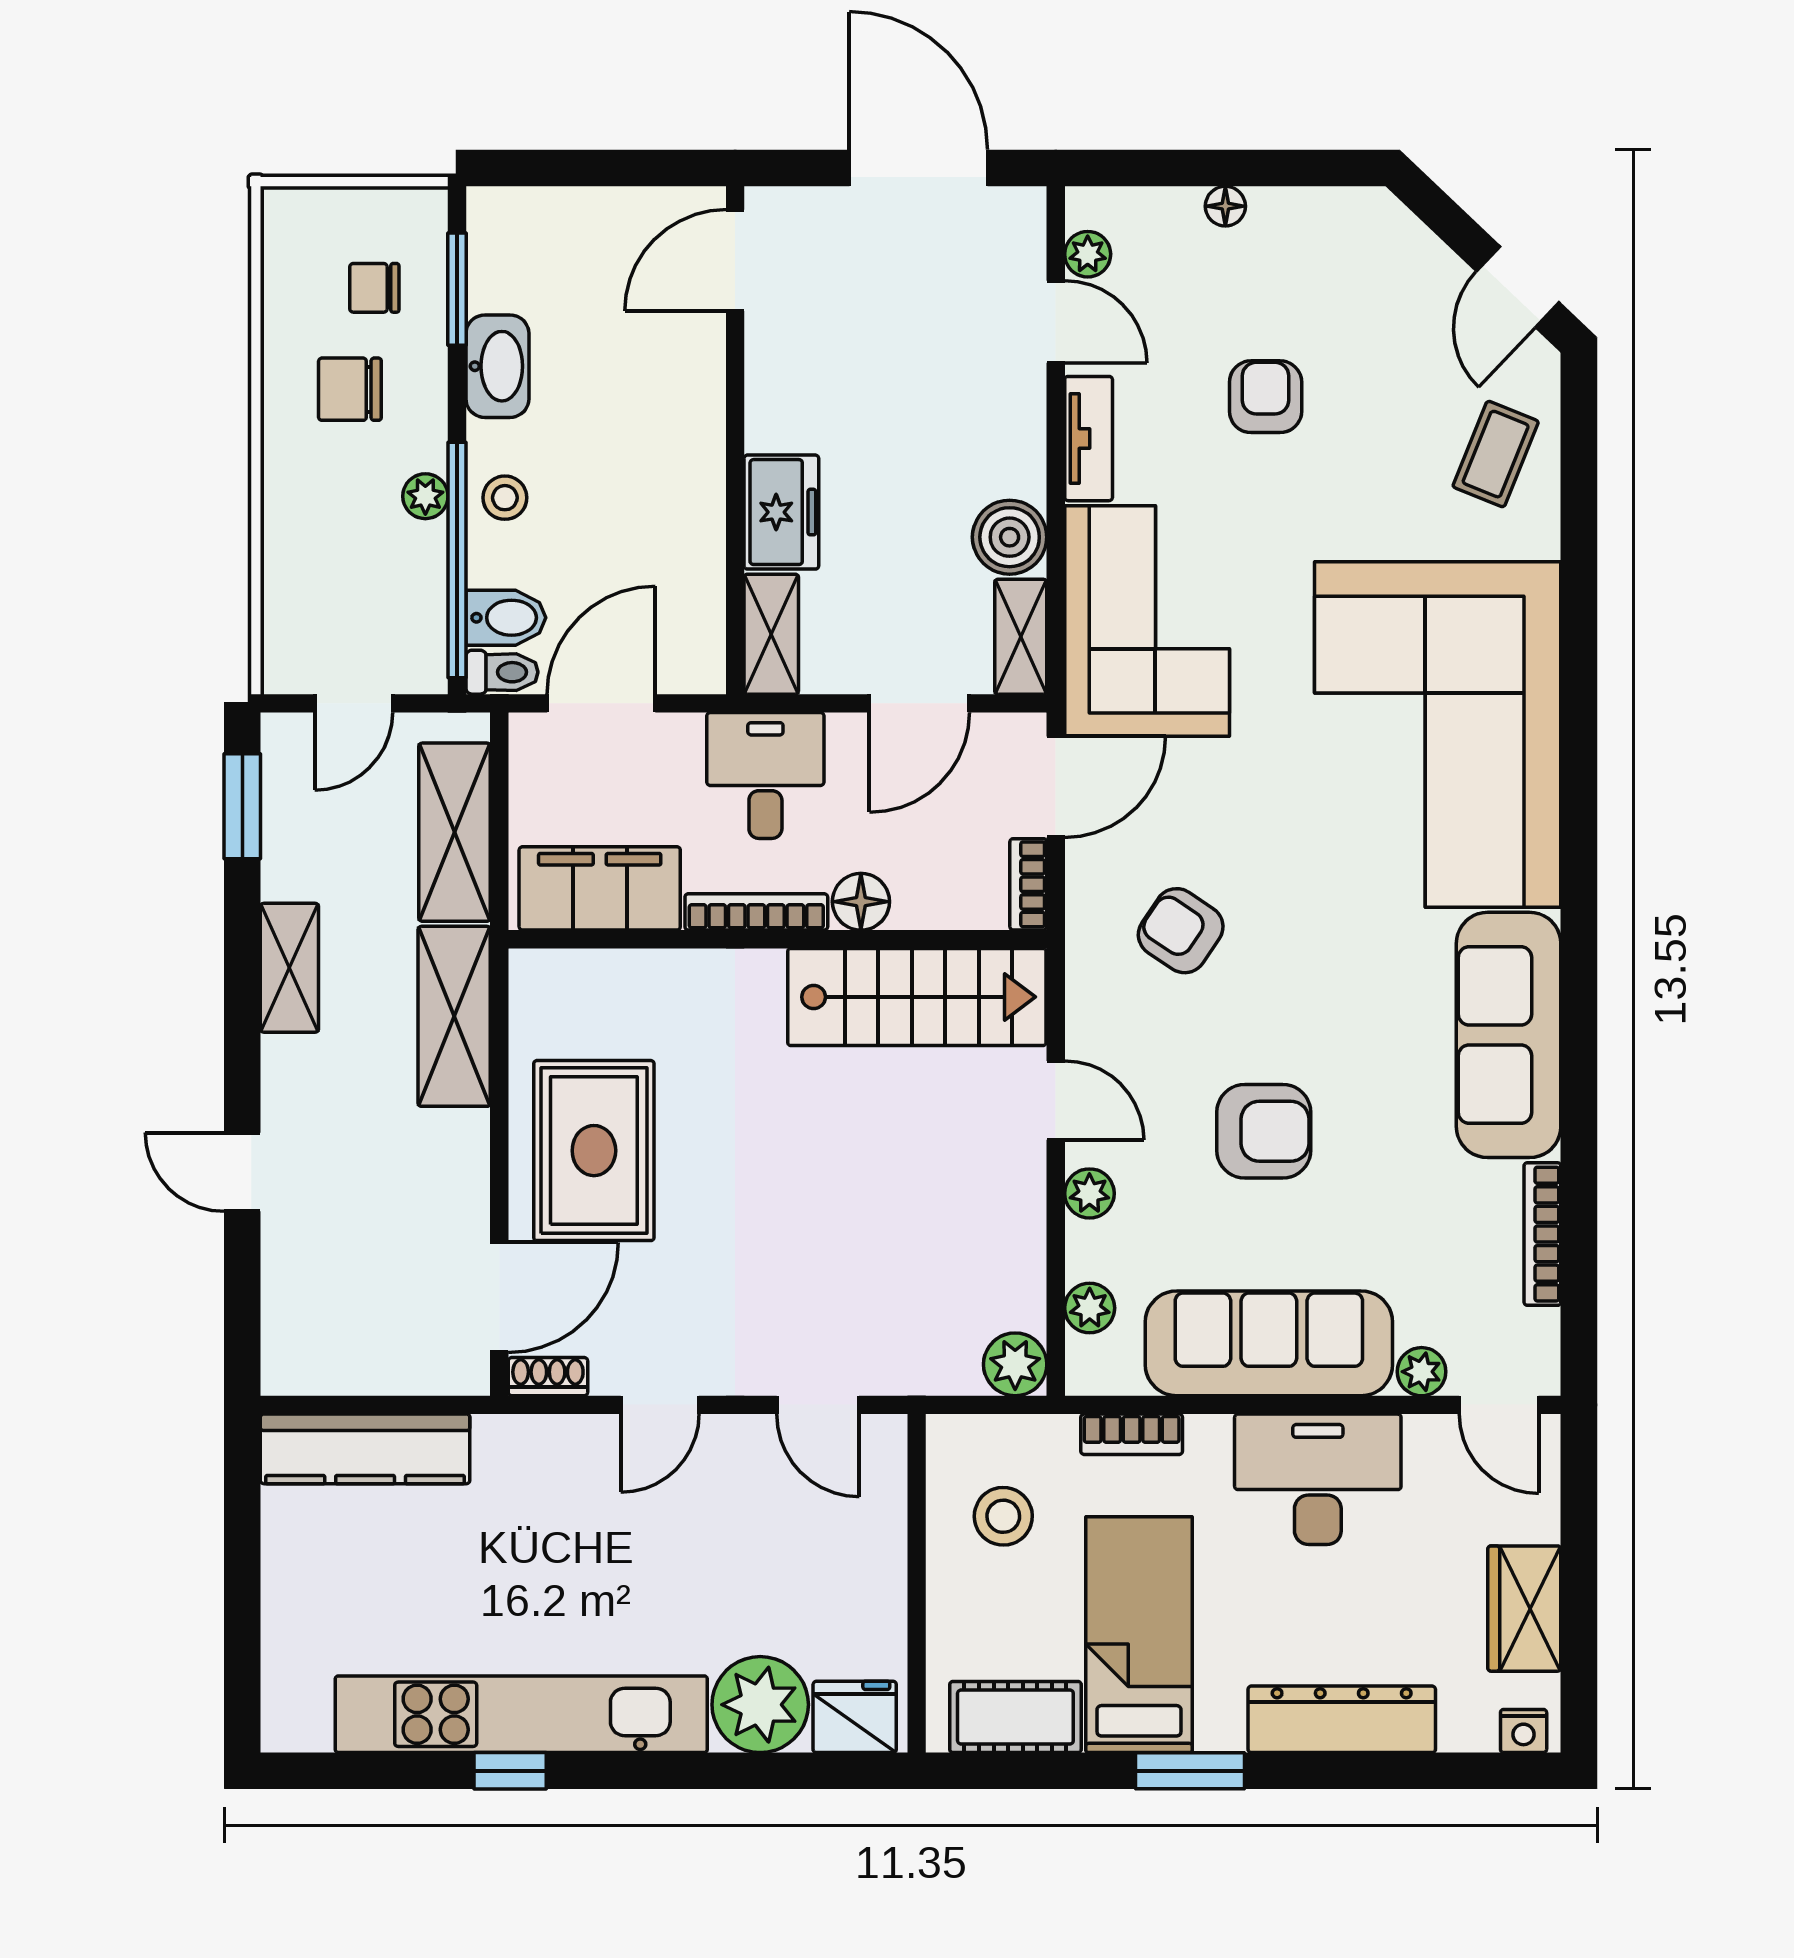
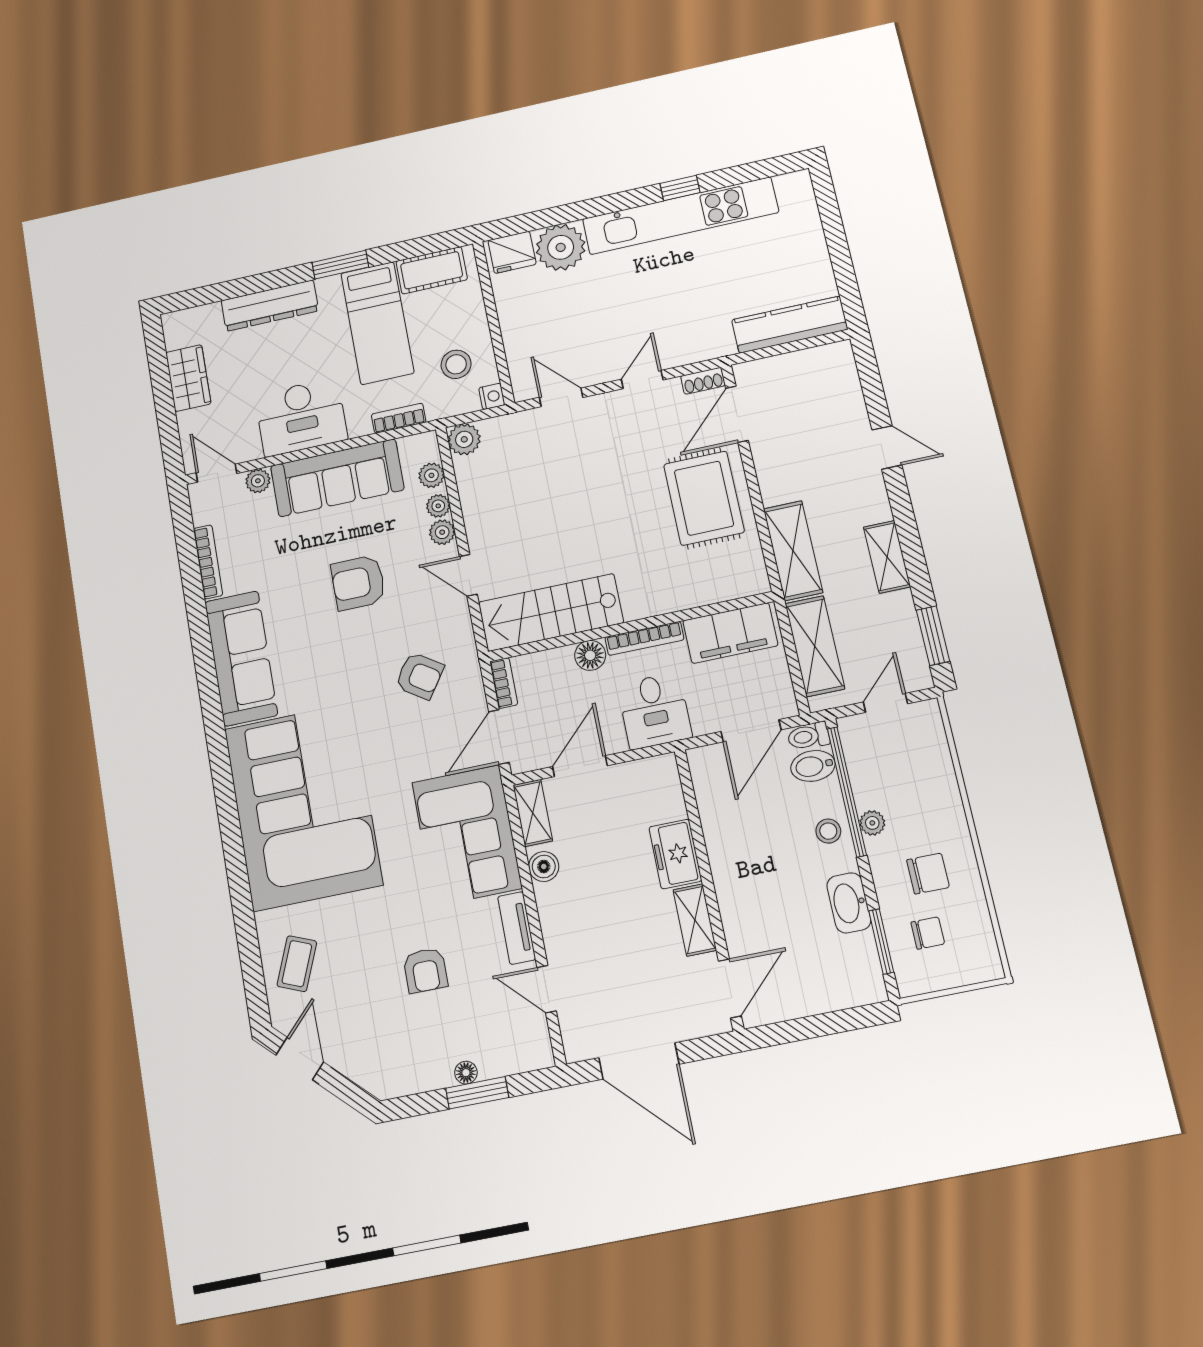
window: (1212, 168) -> (477, 1093), added
plant: (1088, 254) -> (438, 506), moved
boiler: (1010, 537) -> (544, 867), width x0.73, depth x0.73
shelving: (771, 634) -> (695, 920), moved
nightstand: (1524, 1731) -> (492, 396), moved, turned 90

